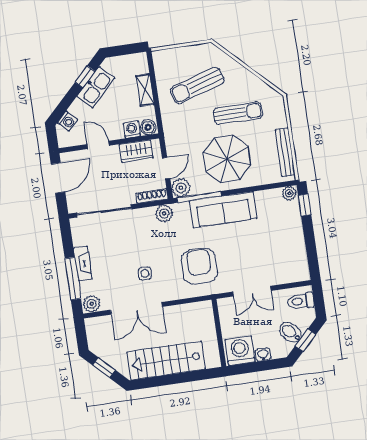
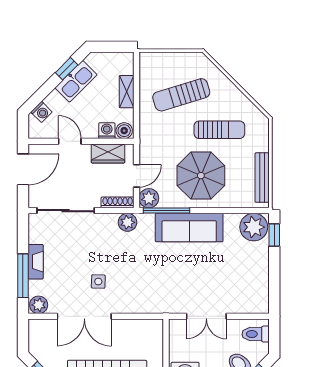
plant: (289, 193) -> (254, 227), width x1.88, depth x1.88
armchair: (199, 266) -> (156, 282), removed

